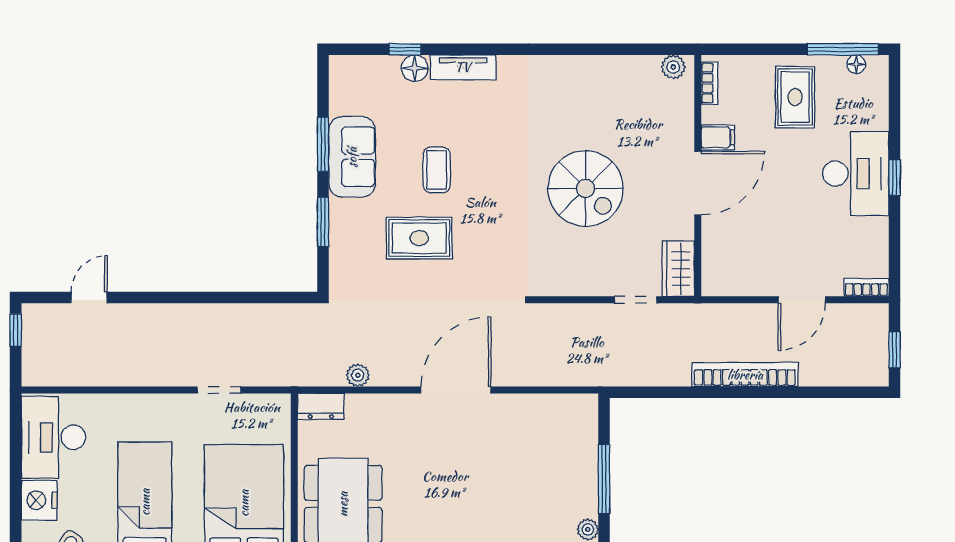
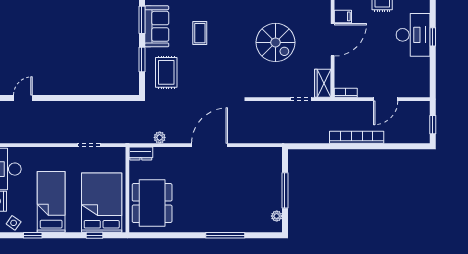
rug: (419, 238) -> (166, 72), moved, turned 90
bookcase: (866, 287) -> (346, 93), moved

